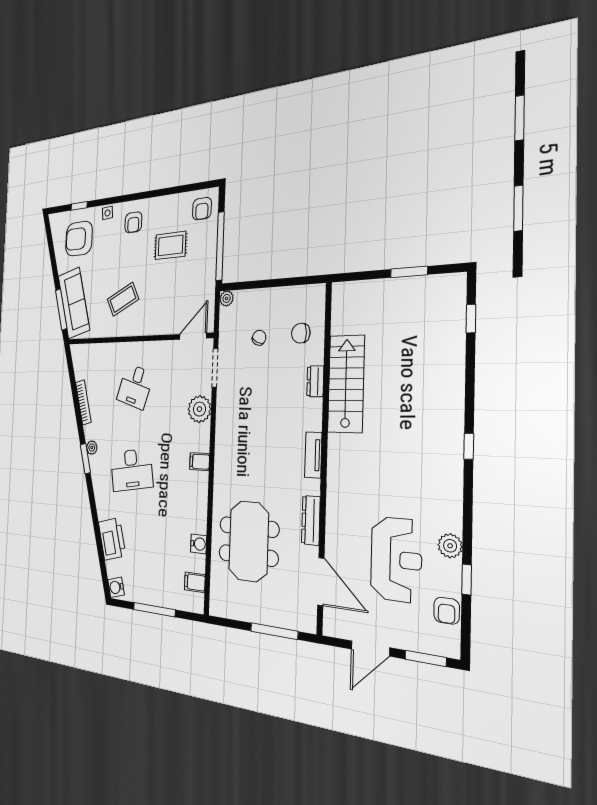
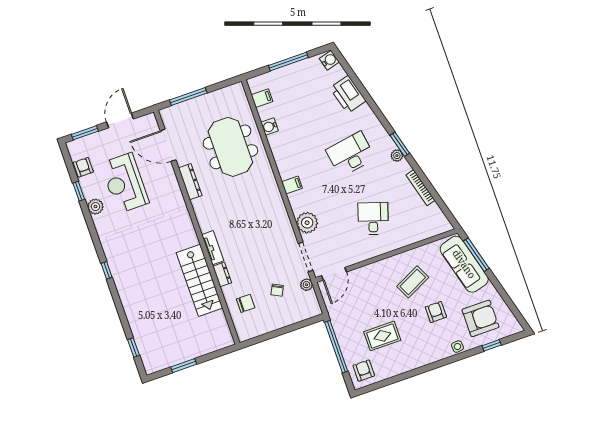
armchair: (133, 222) -> (436, 312), moved
plant: (227, 298) -> (306, 285), moved
tv unit: (313, 455) -> (213, 248), moved

